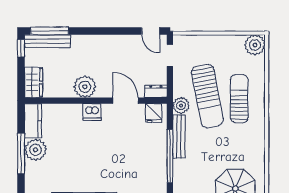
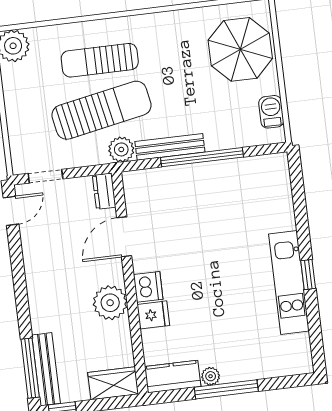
fridge: (154, 113) -> (153, 315), moved
plant: (36, 150) -> (211, 376), width x0.53, depth x0.53

